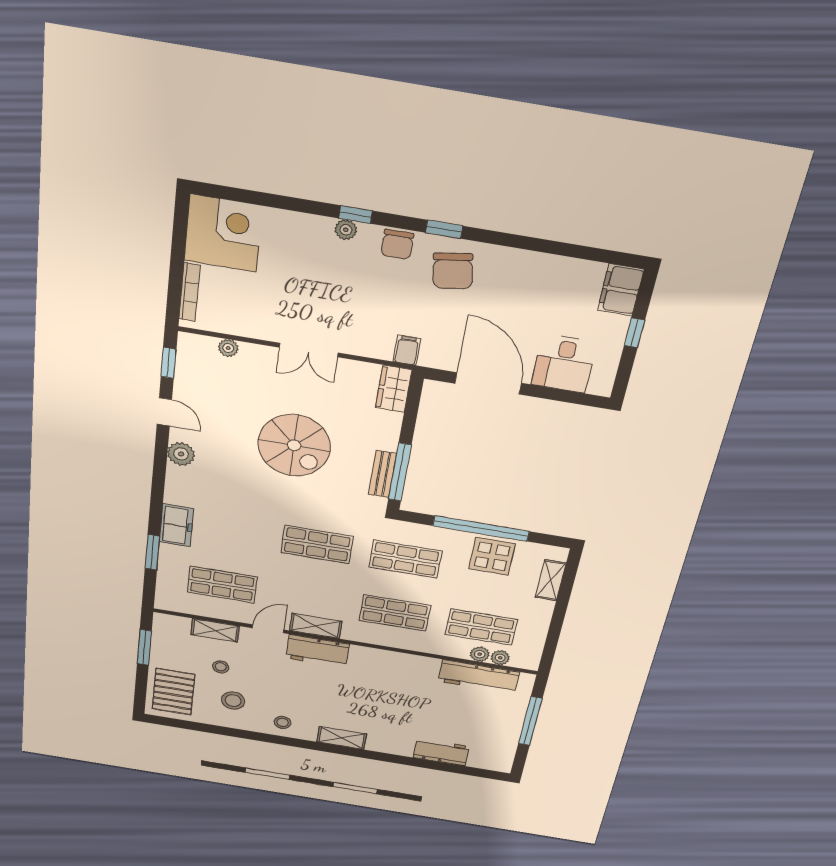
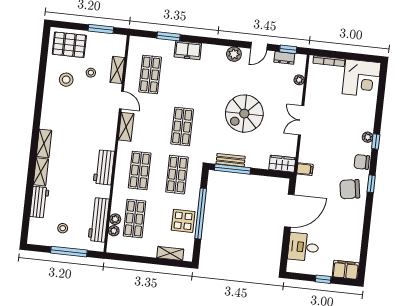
dresser: (185, 371) -> (284, 58), added
workbench: (318, 651) -> (104, 167), moved
stool: (283, 722) -> (63, 228), moved
shelving: (390, 746) -> (41, 172), added

